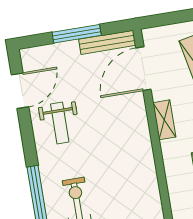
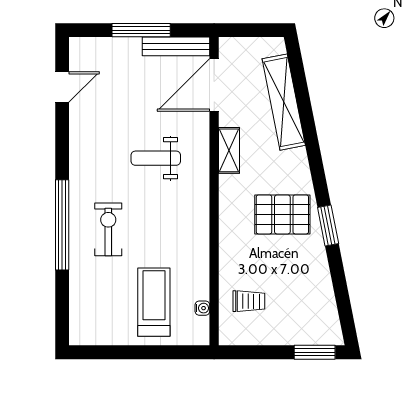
door: (20, 91) -> (62, 87), width x0.73
weight bench: (60, 123) -> (156, 158), moved, turned 90

